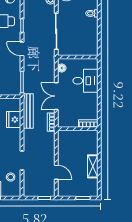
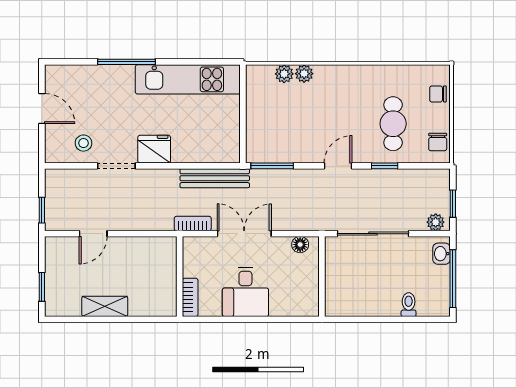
desk: (86, 81) -> (245, 292), moved
fridge: (14, 119) -> (154, 149), moved

